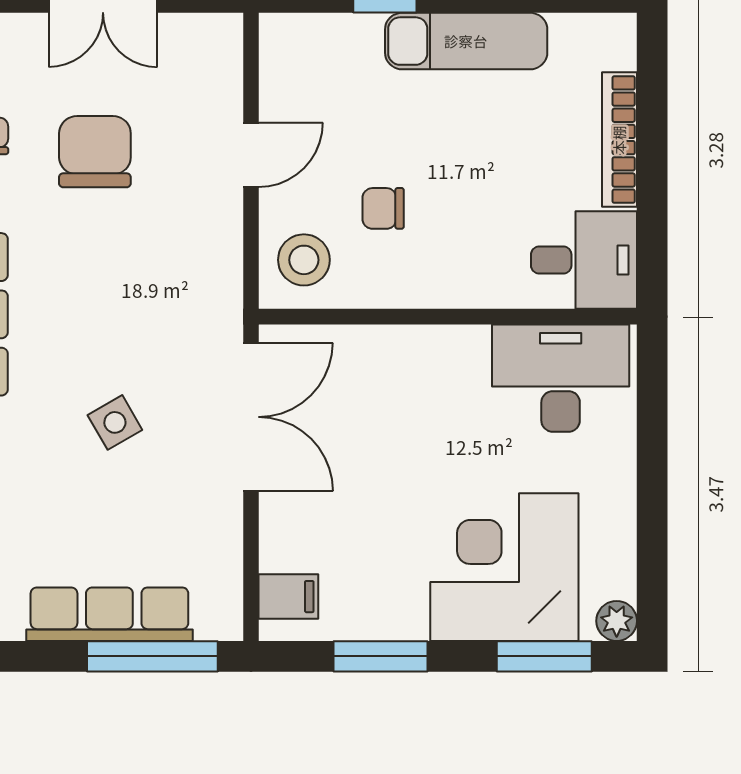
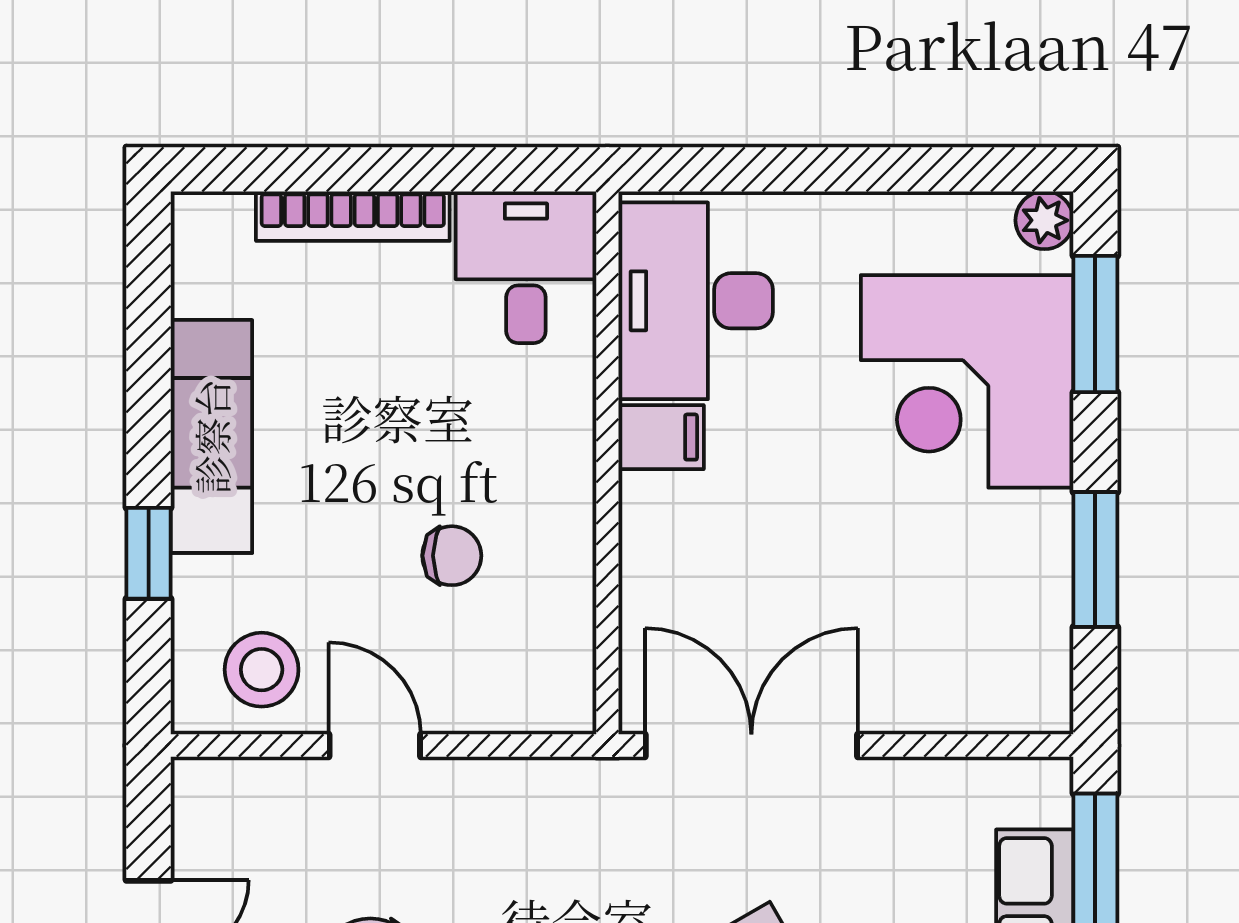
chair: (383, 208) -> (452, 556), turned -90
stool: (304, 260) -> (262, 670), moved
filing cabinet: (288, 597) -> (661, 437), moved, turned 90

